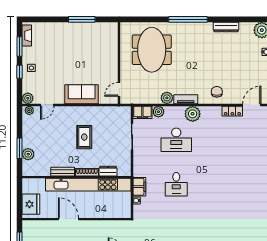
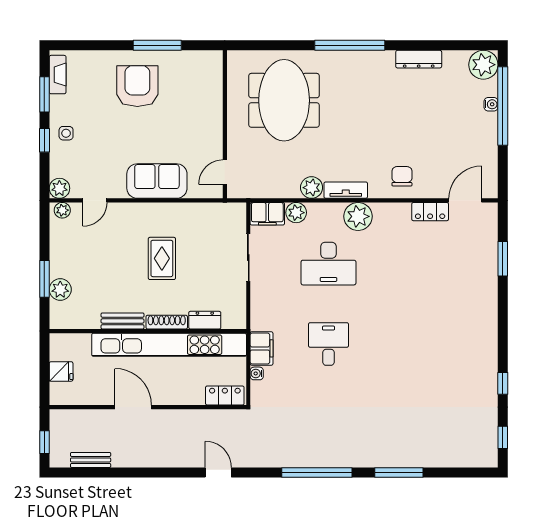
armchair: (71, 42) -> (137, 86), added
desk: (176, 184) -> (328, 344), turned 180
fridge: (31, 204) -> (61, 371), width x0.53, depth x0.75
locker: (119, 213) -> (225, 396), added

